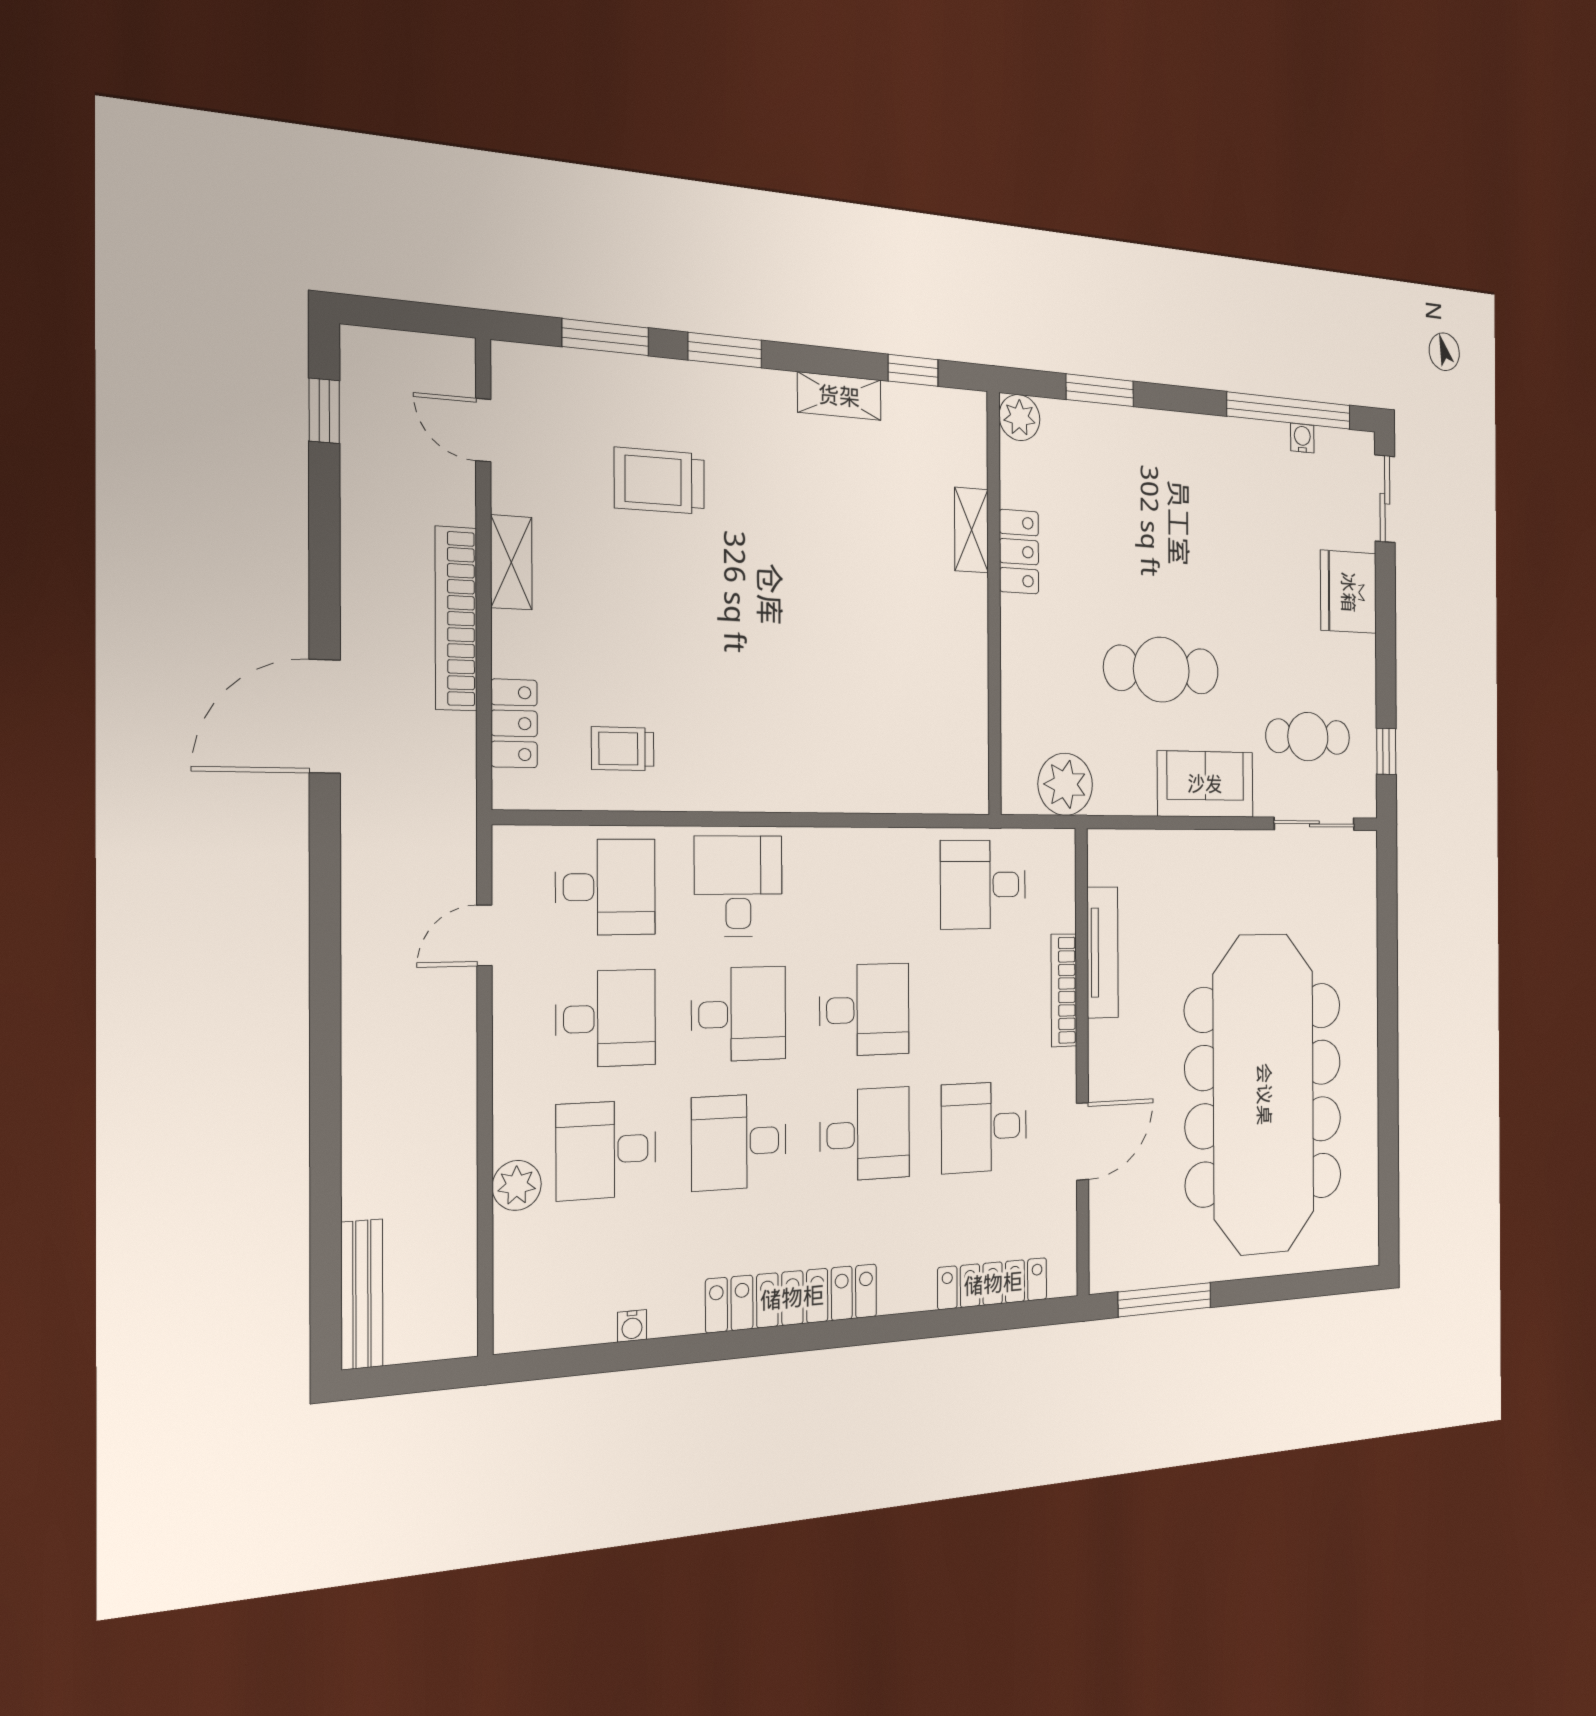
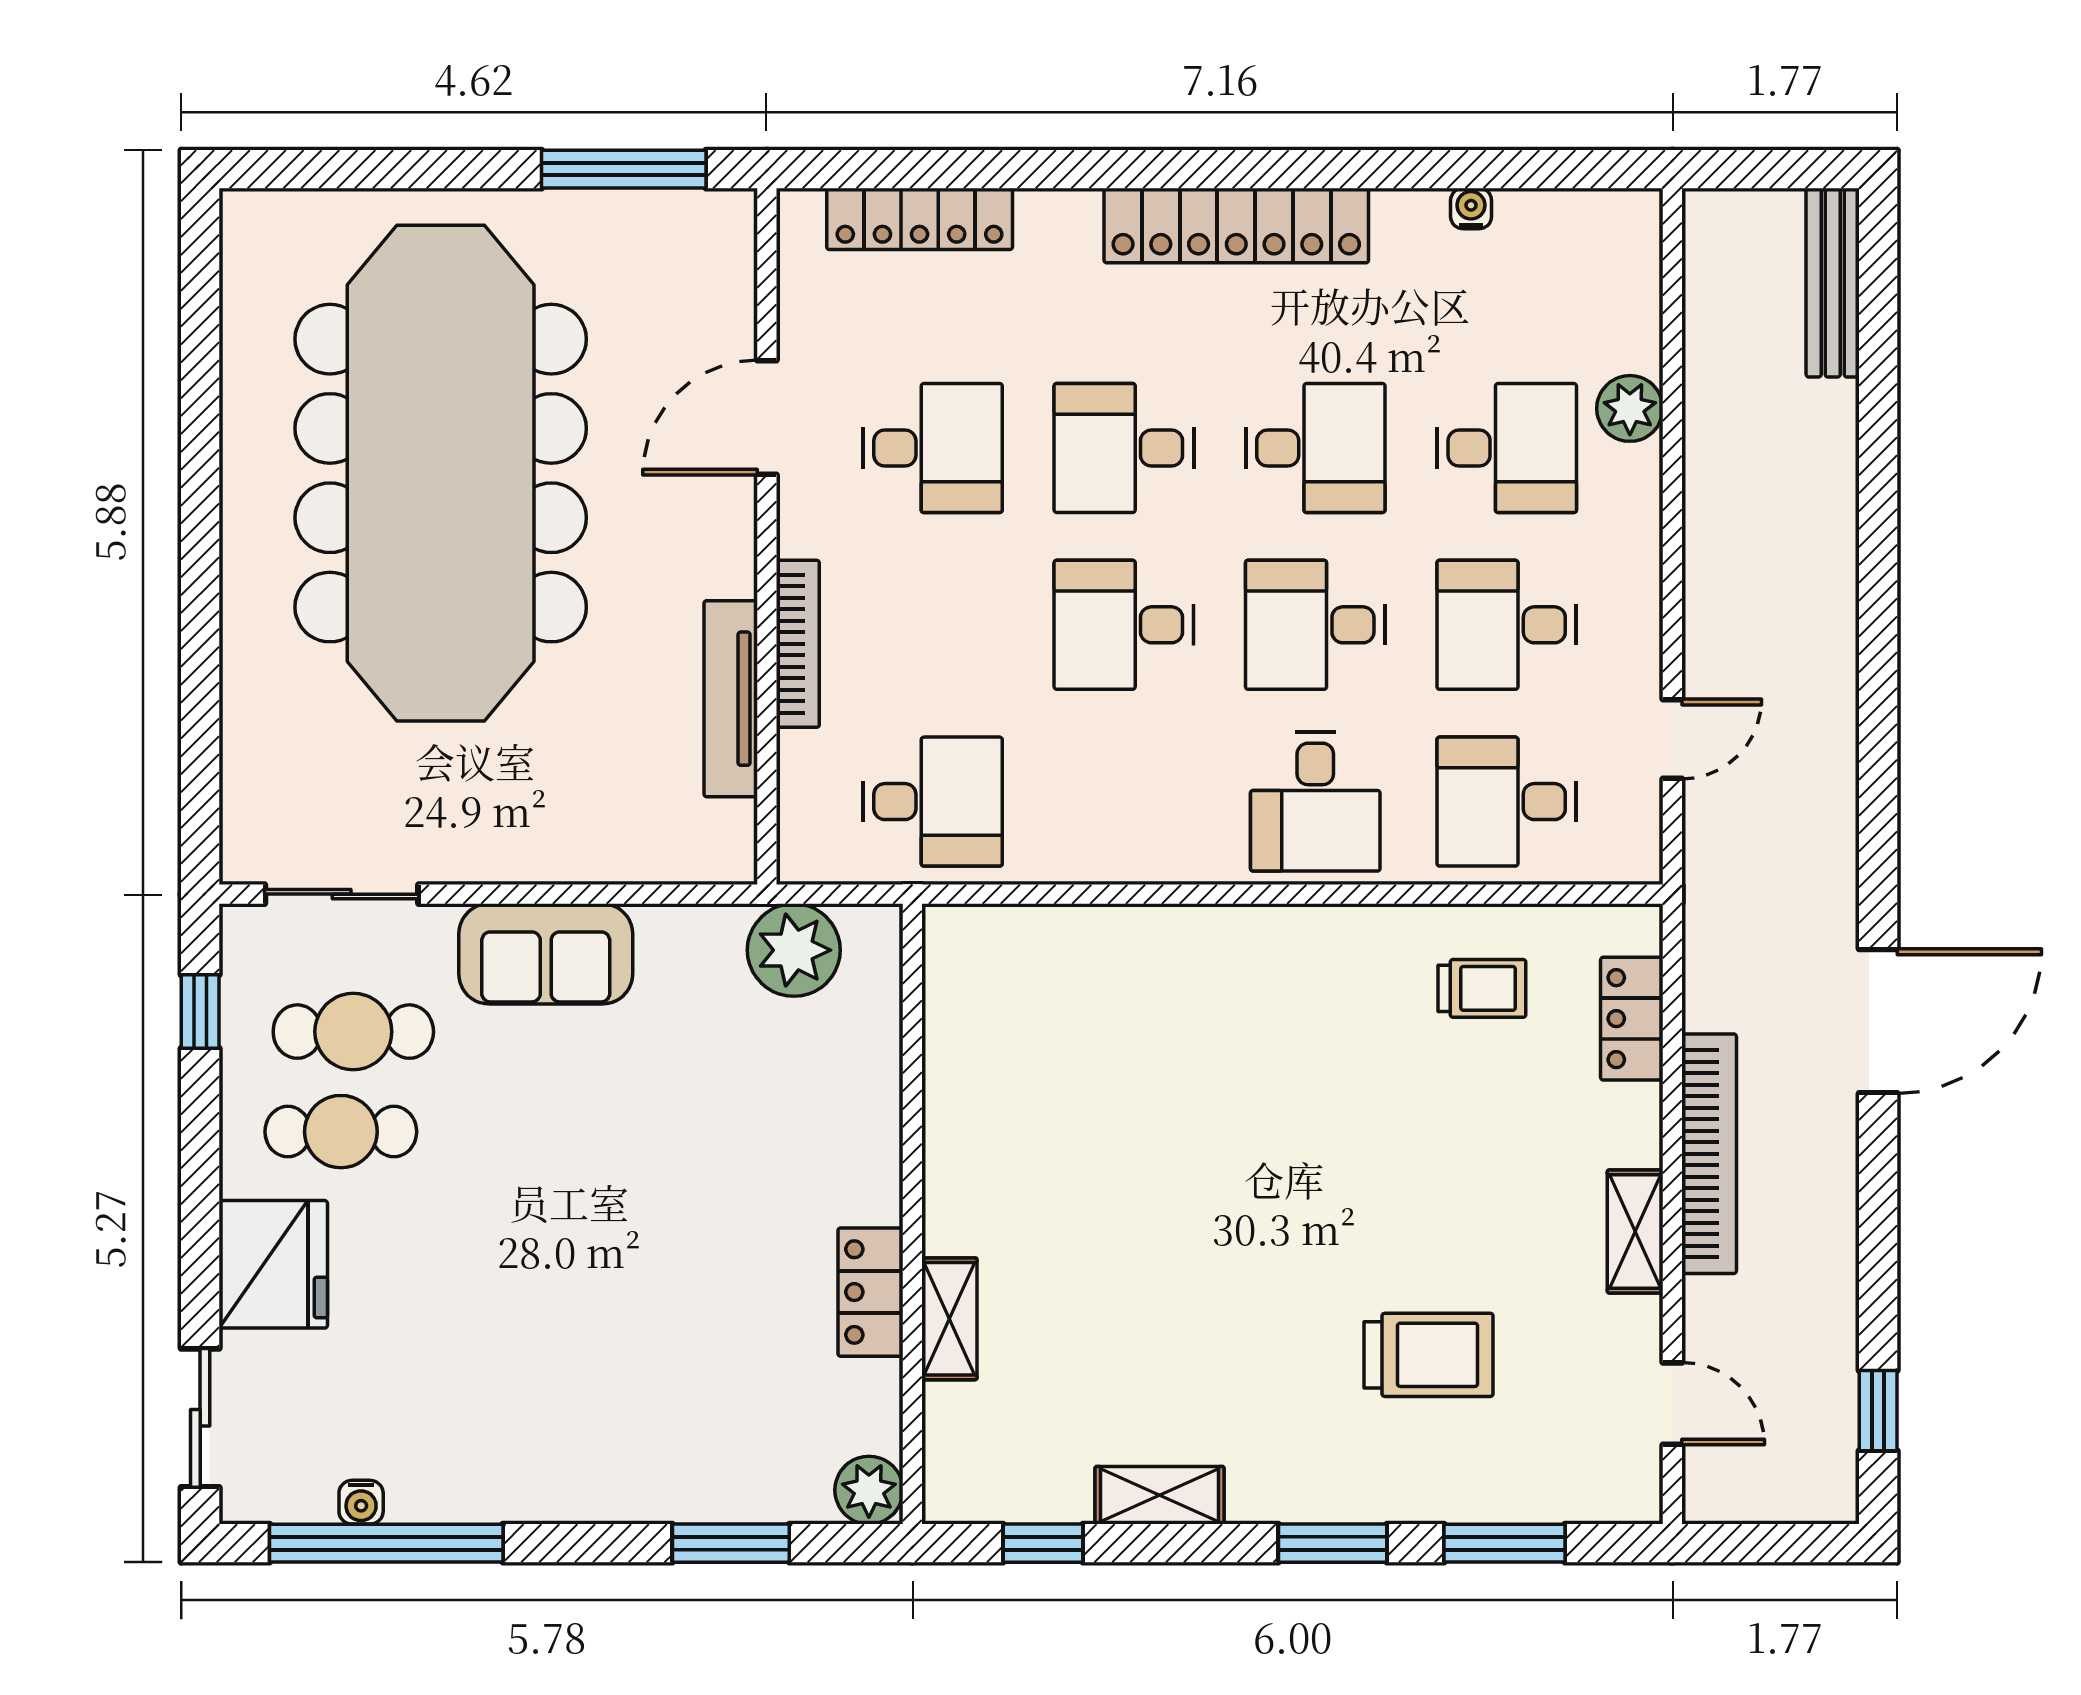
cafe table: (1161, 670) -> (341, 1132), moved, width x0.73, depth x0.74

